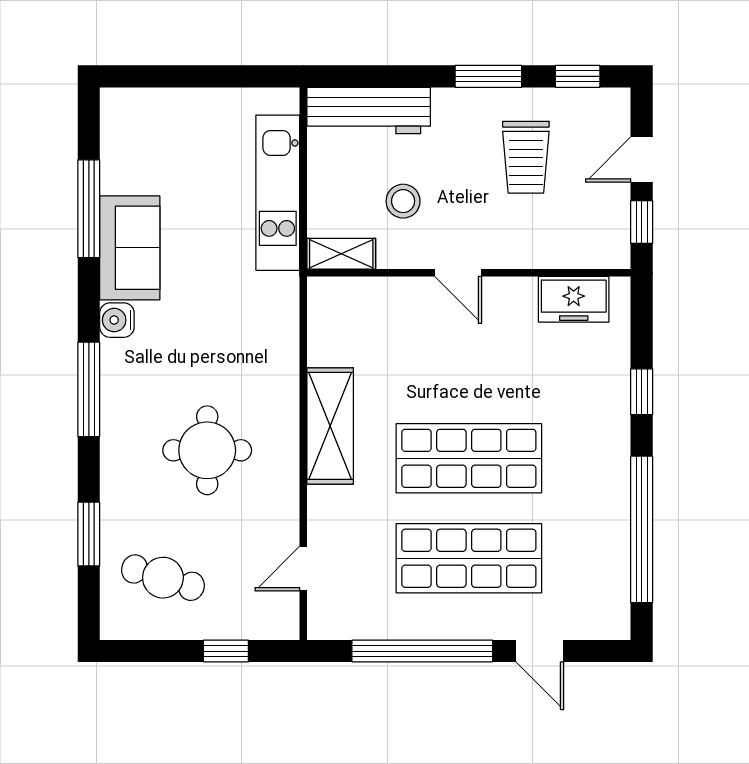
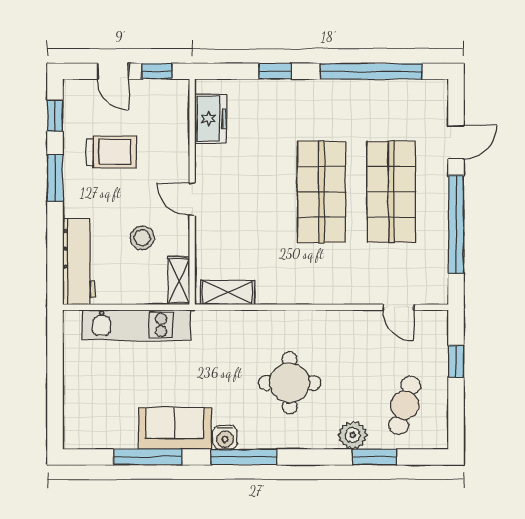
door: (458, 273) -> (192, 199), swing flipped
window: (89, 389) -> (244, 457), moved
shelving: (330, 426) -> (228, 293), moved, width x0.67, depth x0.75
round table: (207, 450) -> (290, 383), moved
plant: (120, 503) -> (353, 435), added

